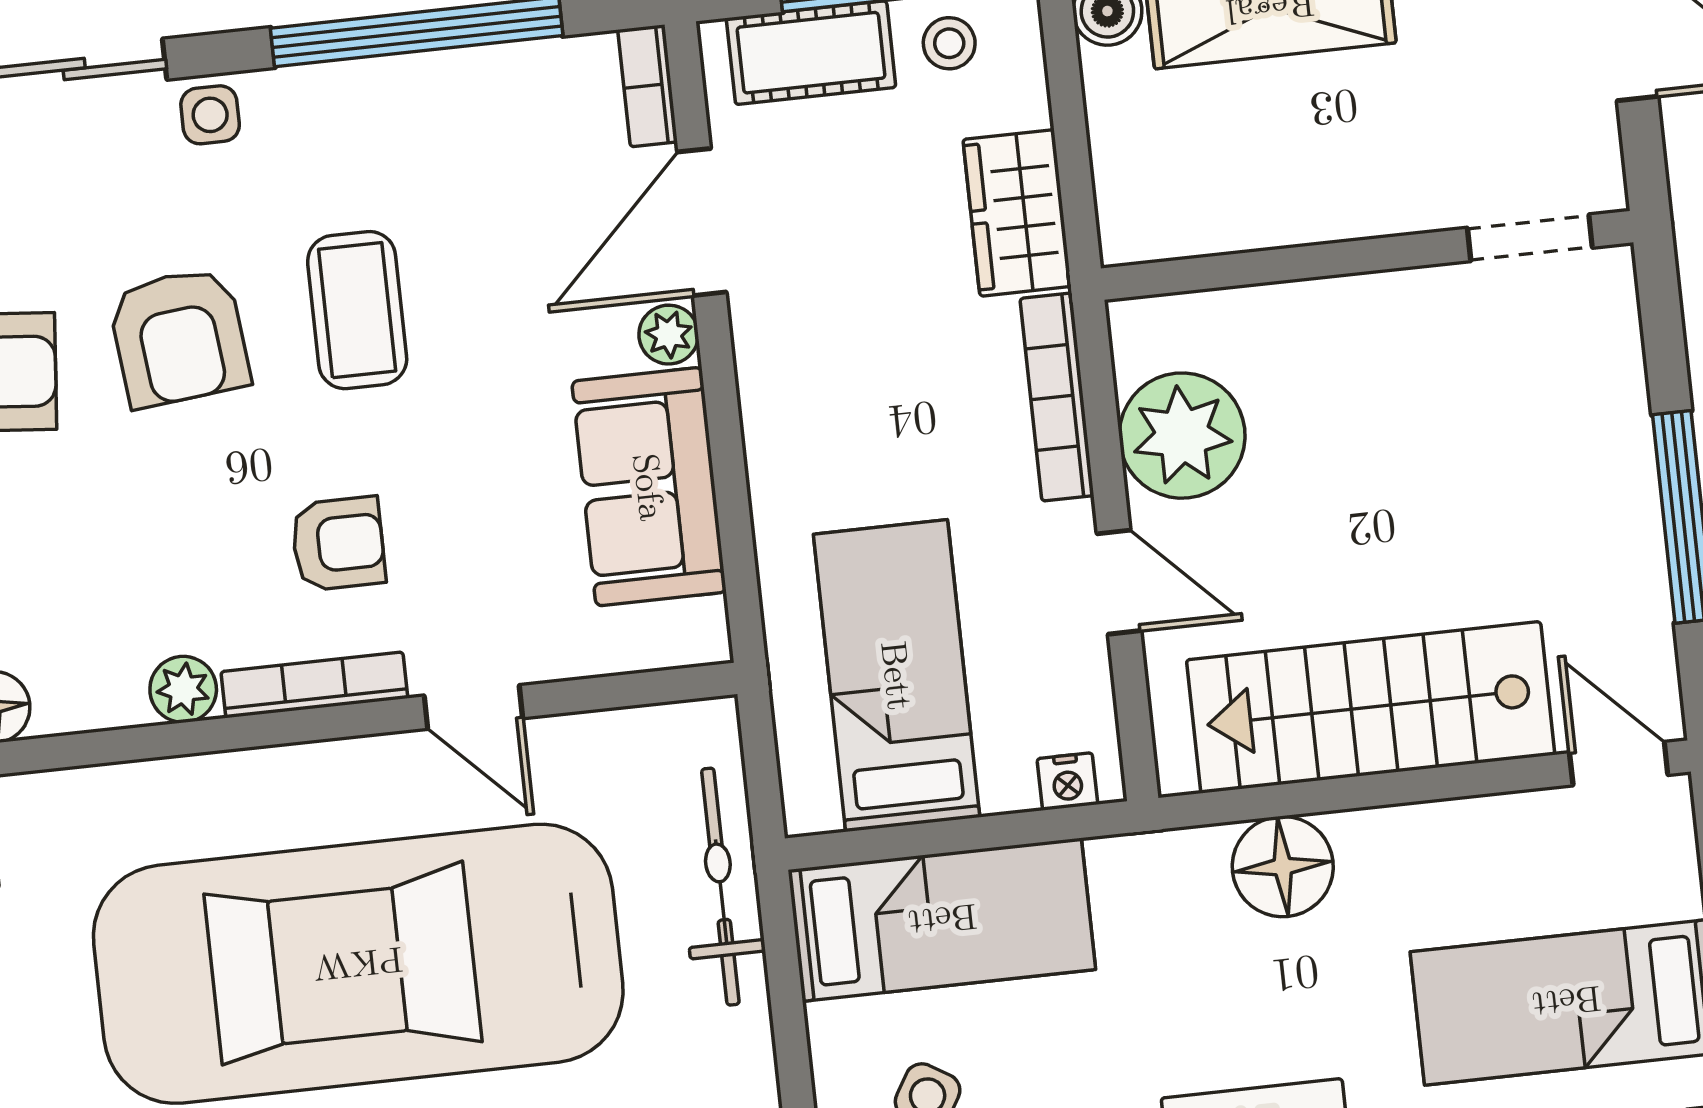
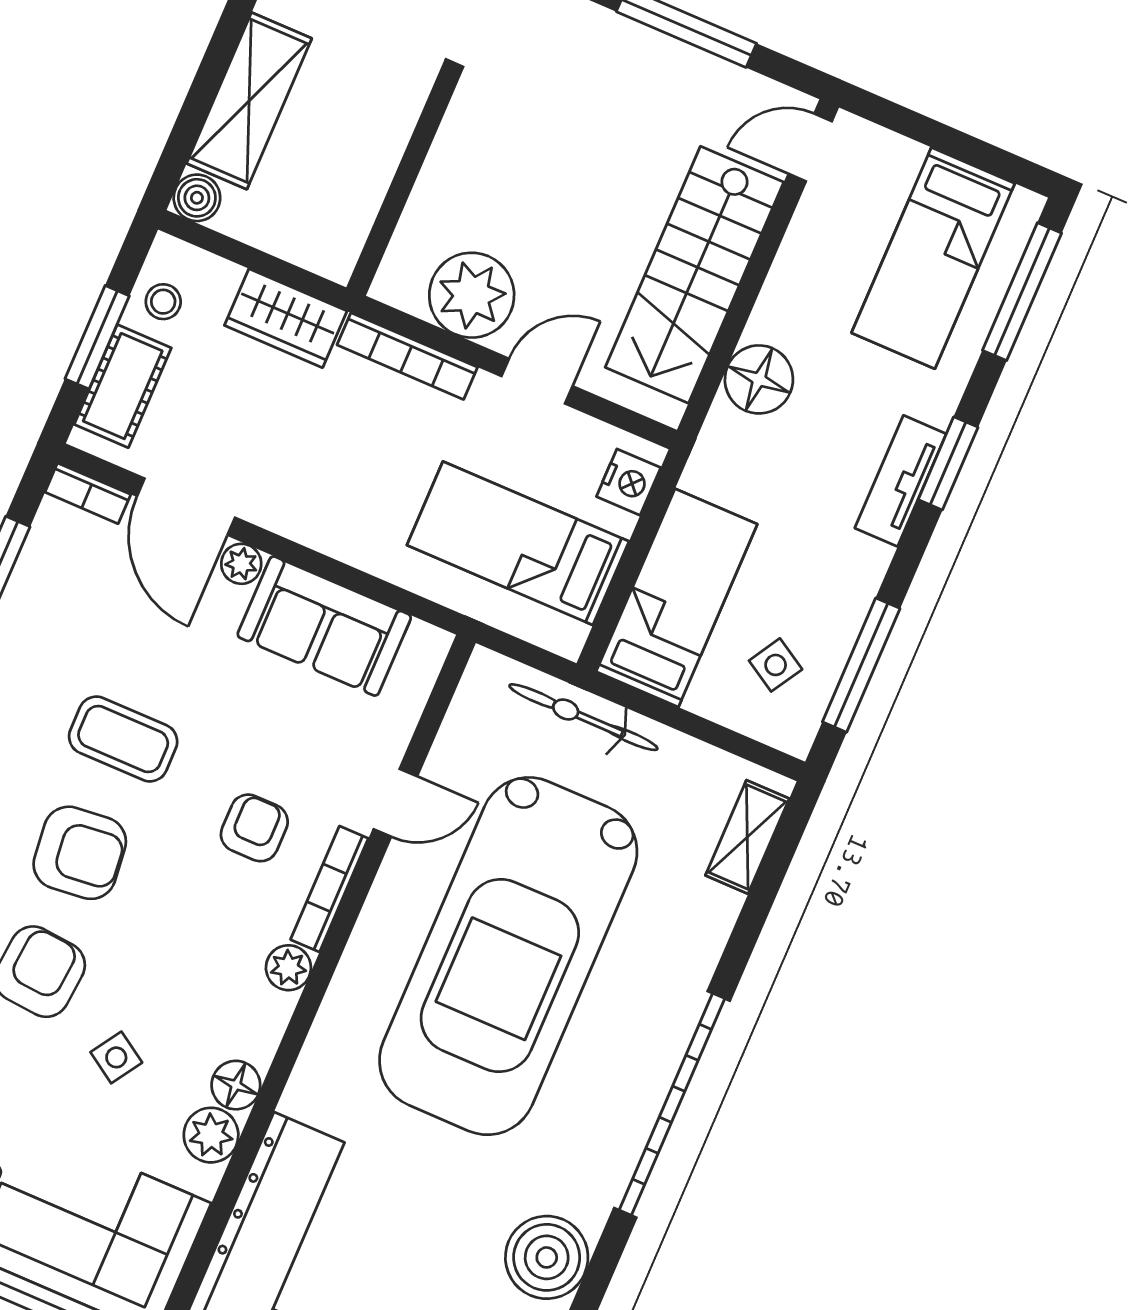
nightstand: (1067, 782) -> (629, 482), width x1.39, depth x1.35

